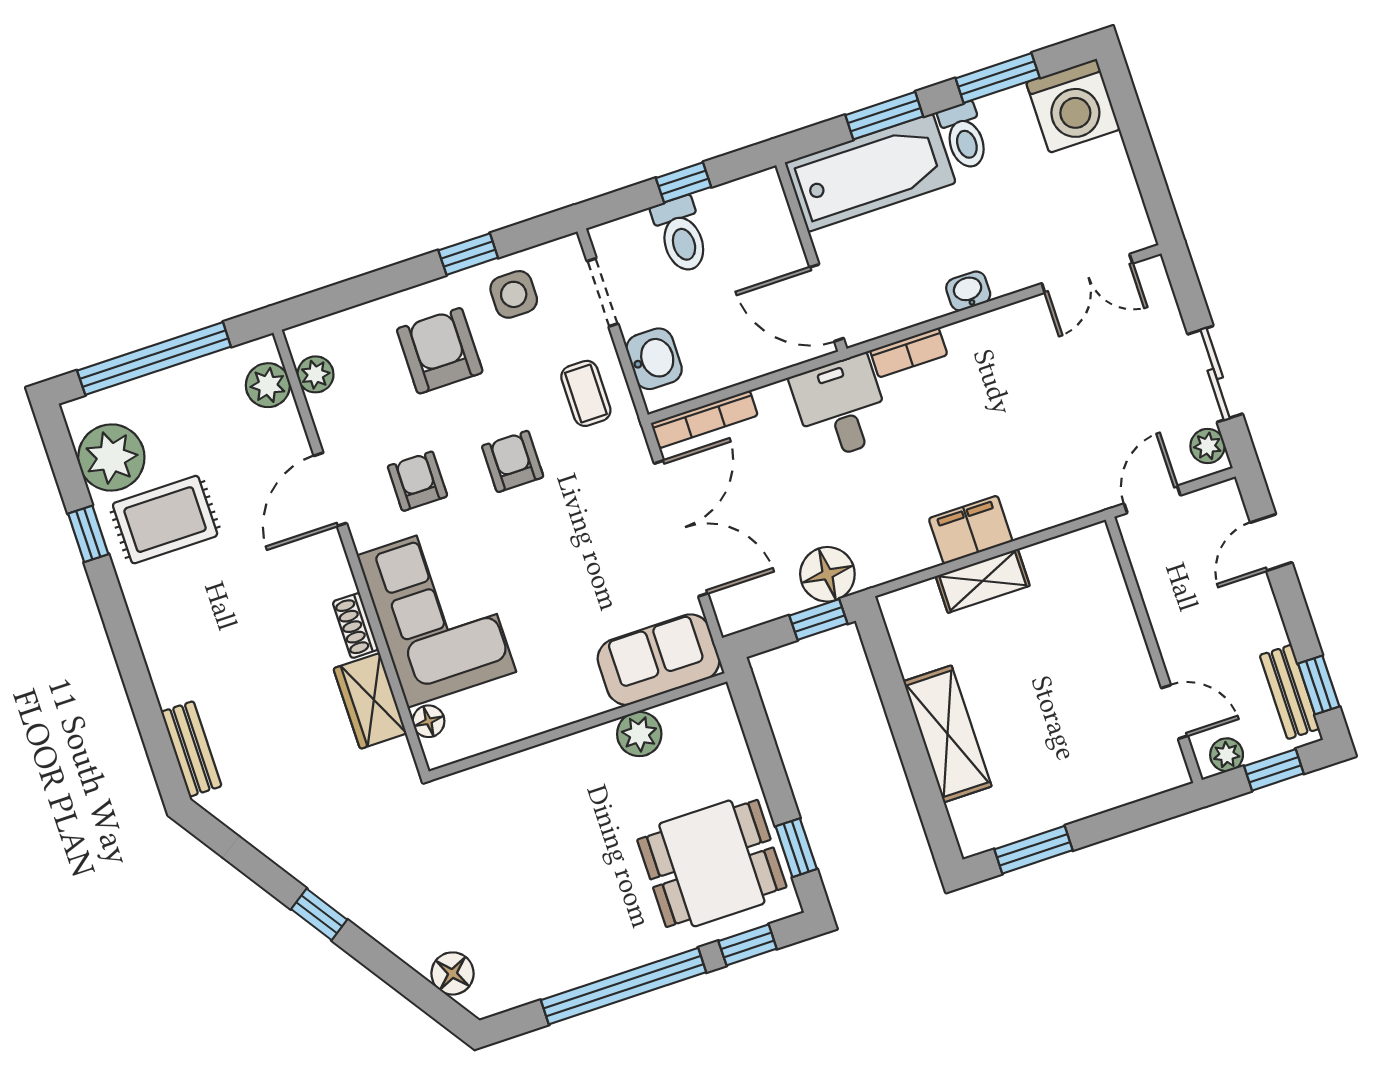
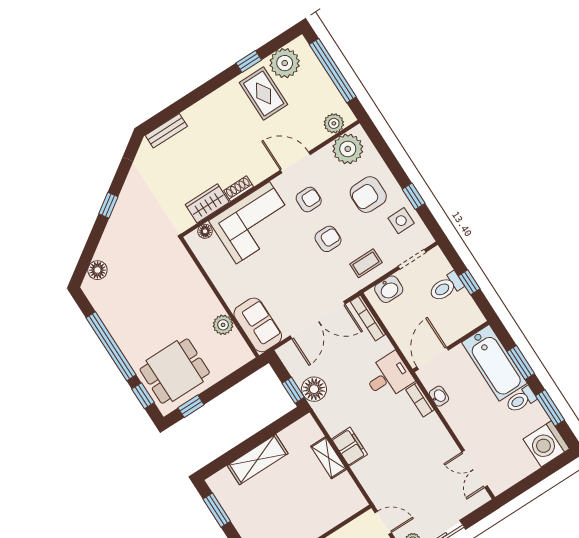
washbasin: (968, 291) -> (439, 396), moved
armchair: (440, 351) -> (368, 195), turned 180
plant: (315, 374) -> (348, 149), width x1.88, depth x1.88
dining table: (712, 863) -> (175, 371), turned 90

